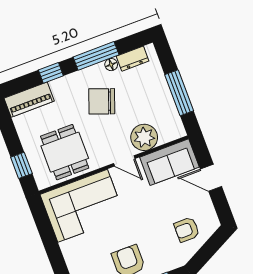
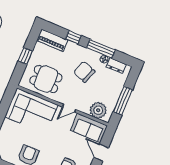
plant: (144, 137) -> (98, 110), moved
dining table: (65, 152) -> (46, 79), turned 90
door: (124, 161) -> (69, 108), hinge flipped
window: (21, 165) -> (25, 56), moved

